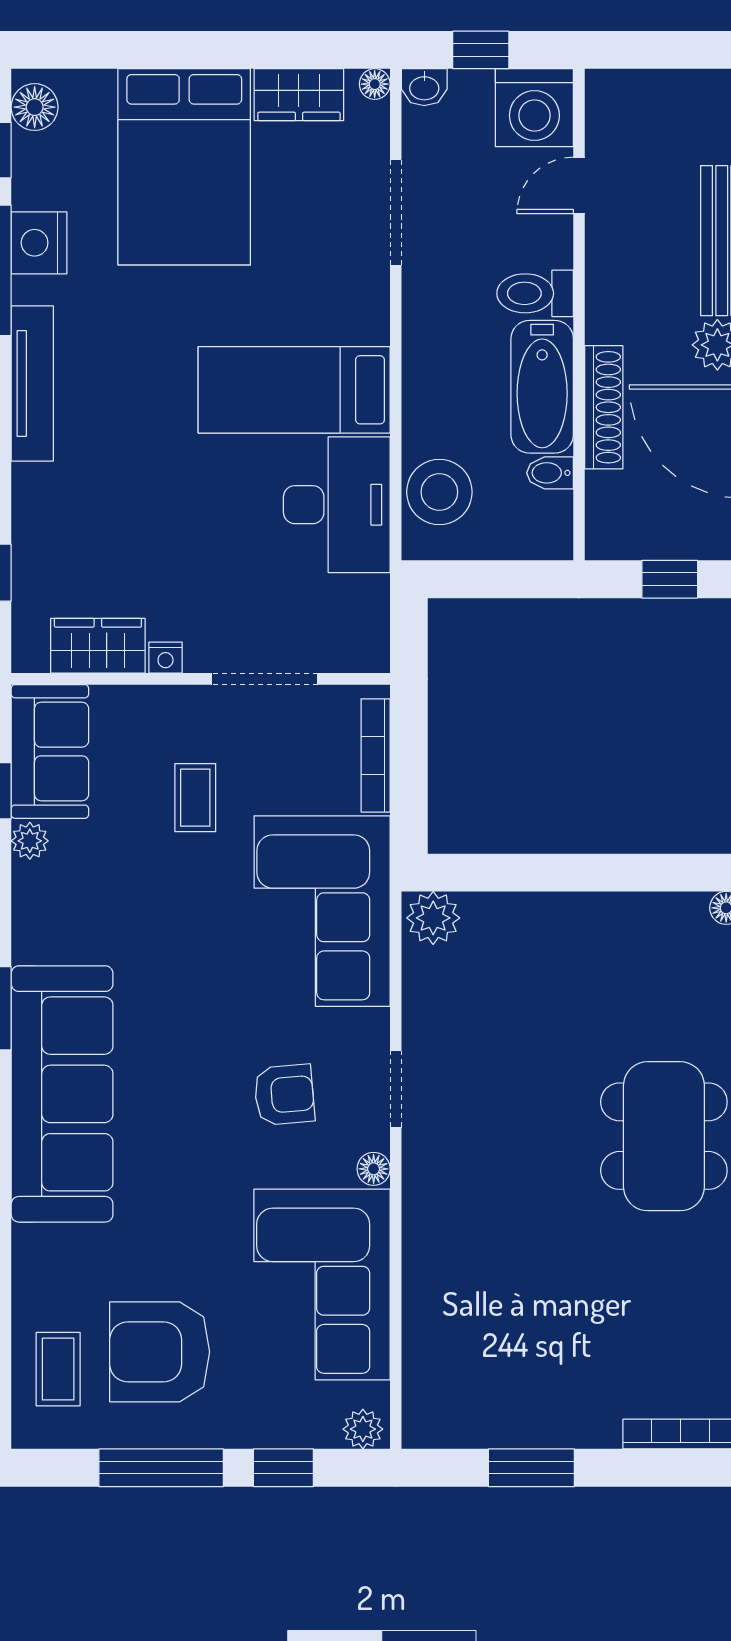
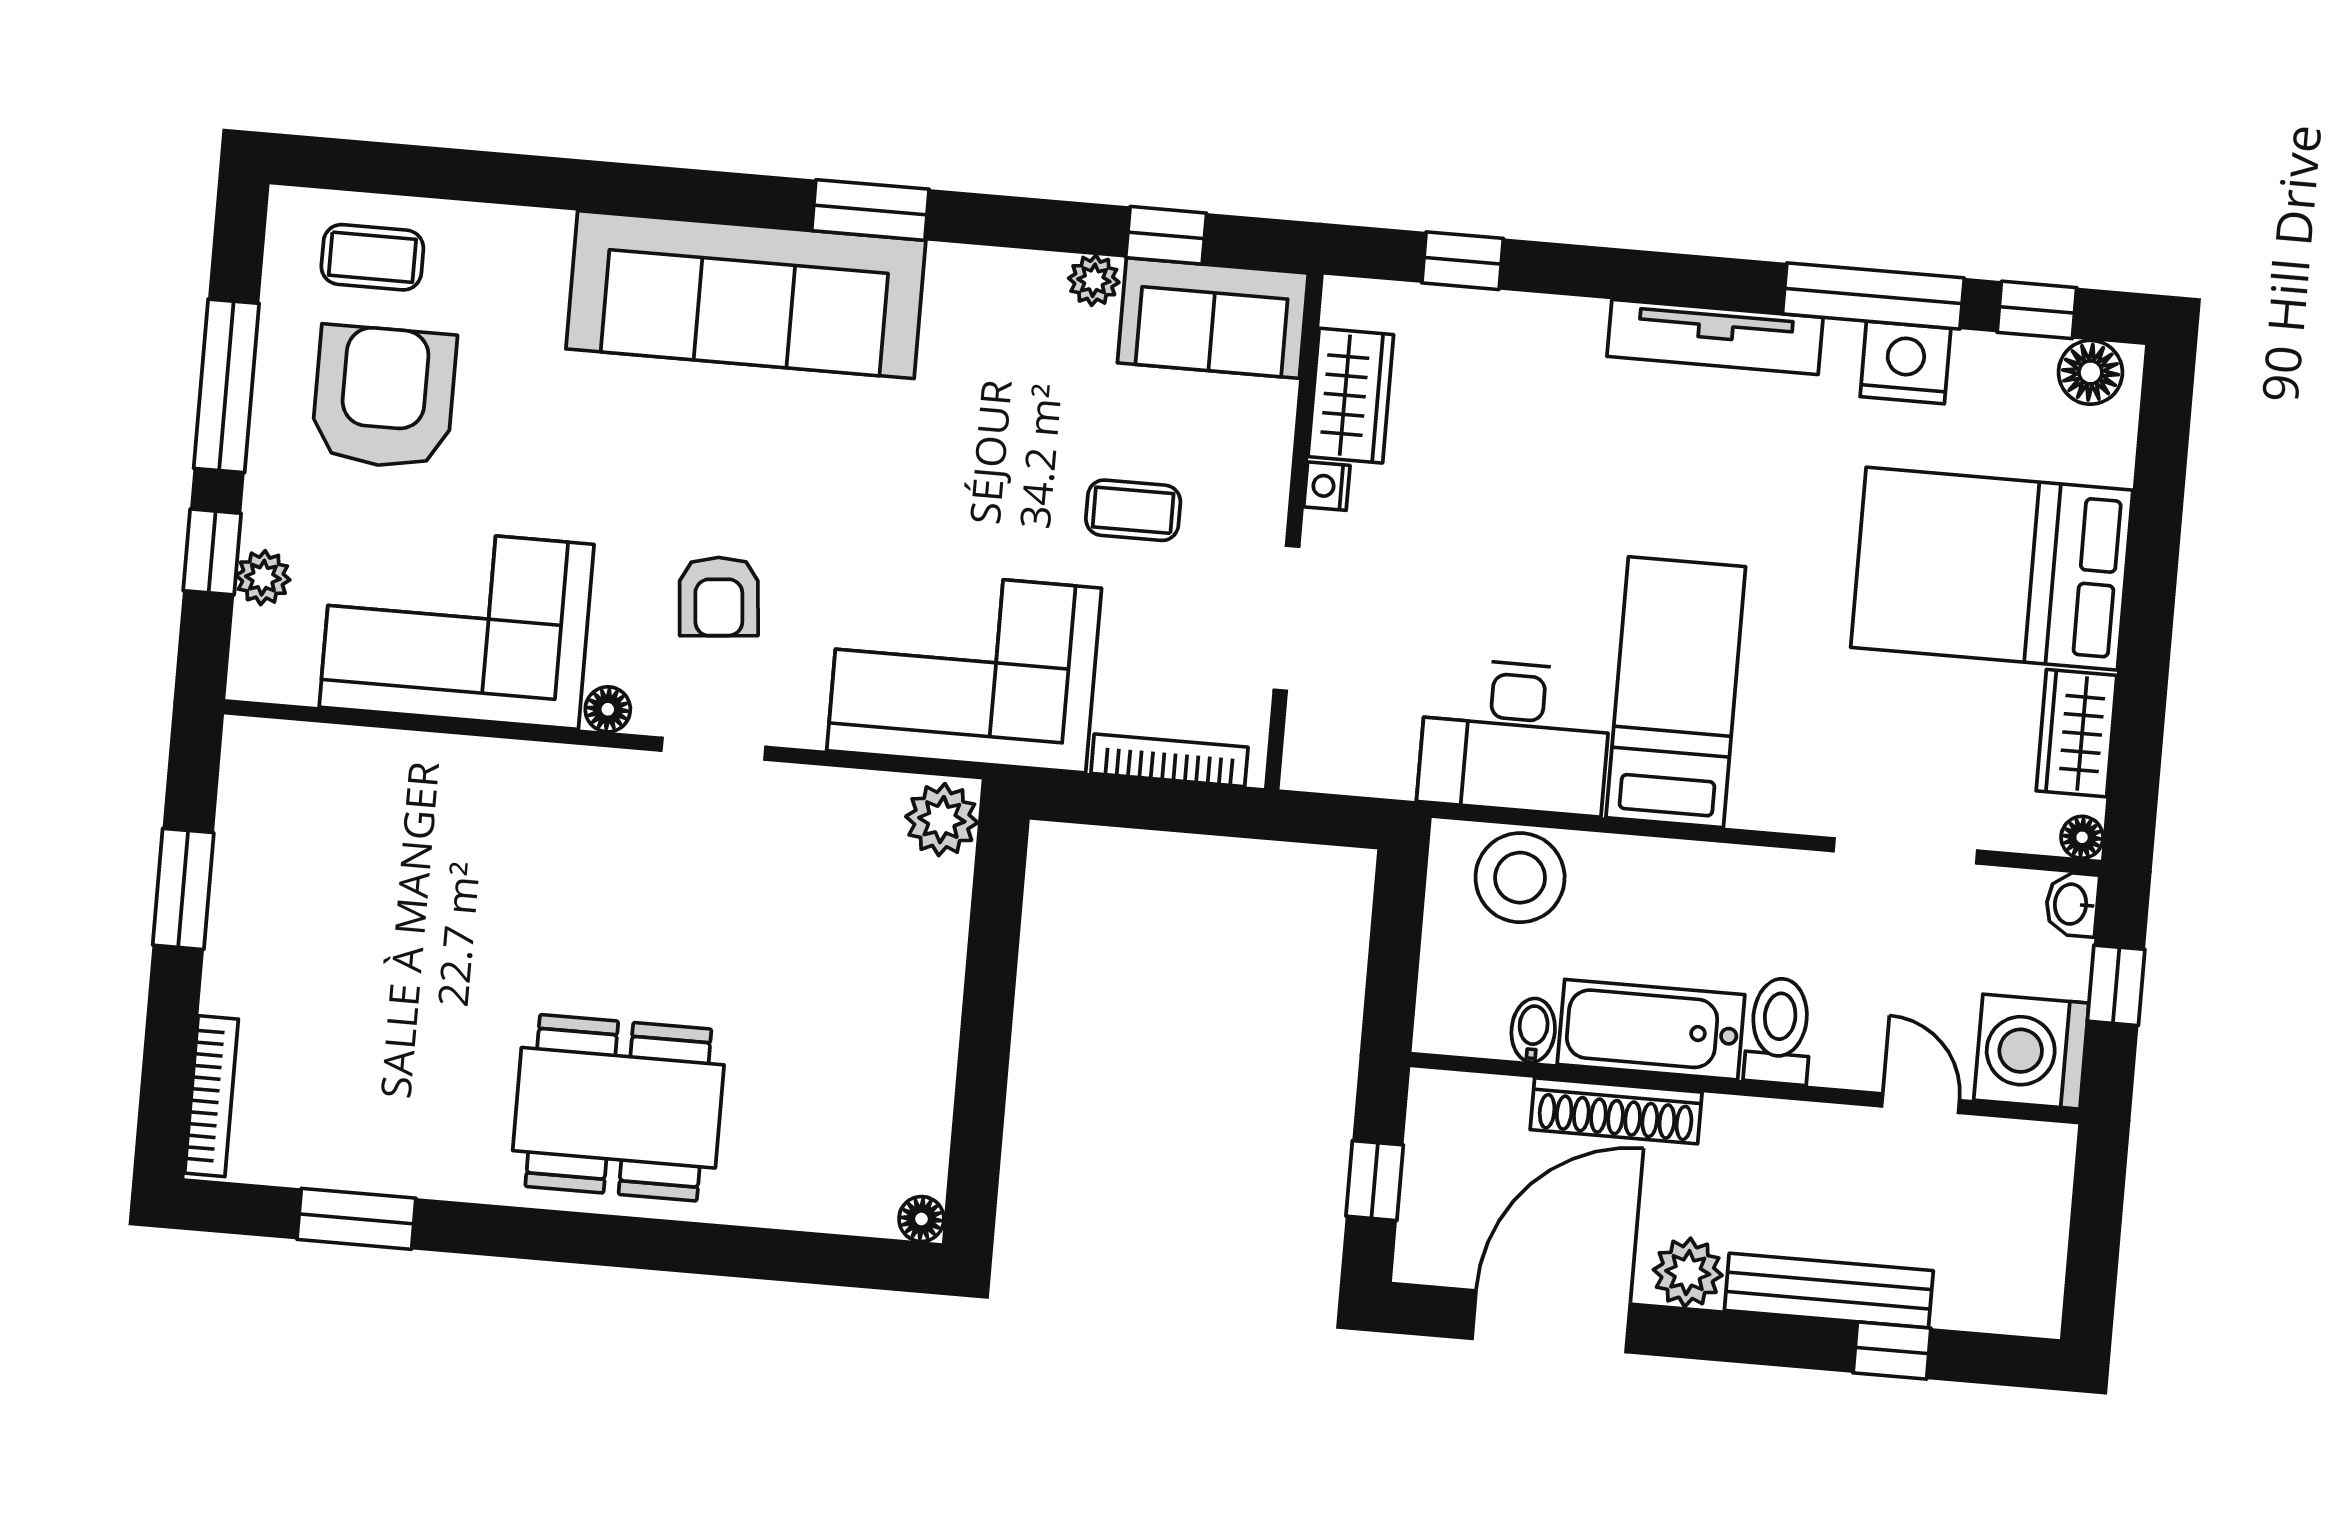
plant: (363, 1429) -> (263, 578), moved

